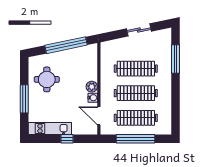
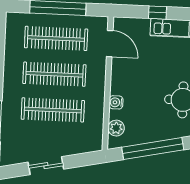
plant: (92, 87) -> (116, 128), moved
water cooler: (93, 98) -> (116, 102), moved

